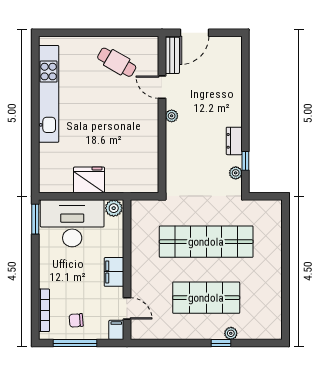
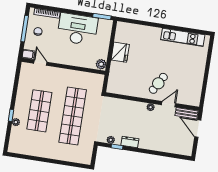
cafe table: (117, 62) -> (158, 83), moved
kitchen unit: (49, 94) -> (183, 37), width x0.73
desk: (72, 223) -> (77, 29), moved, turned -90
filing cabinet: (114, 272) -> (63, 58), removed
door: (127, 308) -> (40, 63), swing flipped

